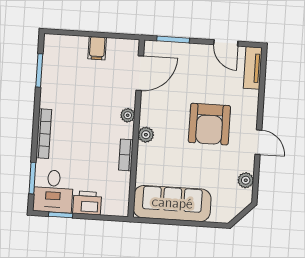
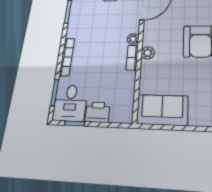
bookcase: (126, 155) -> (132, 58), moved
sofa: (172, 203) -> (162, 110), width x0.73

